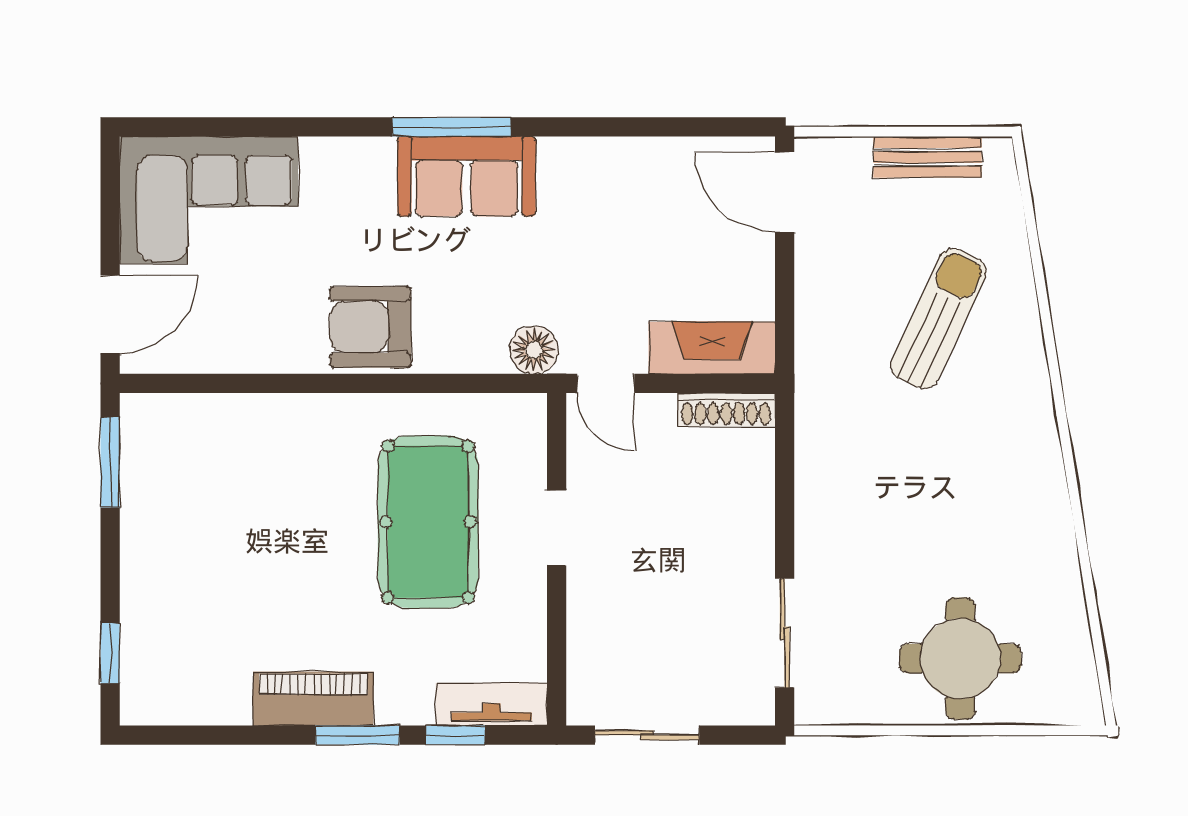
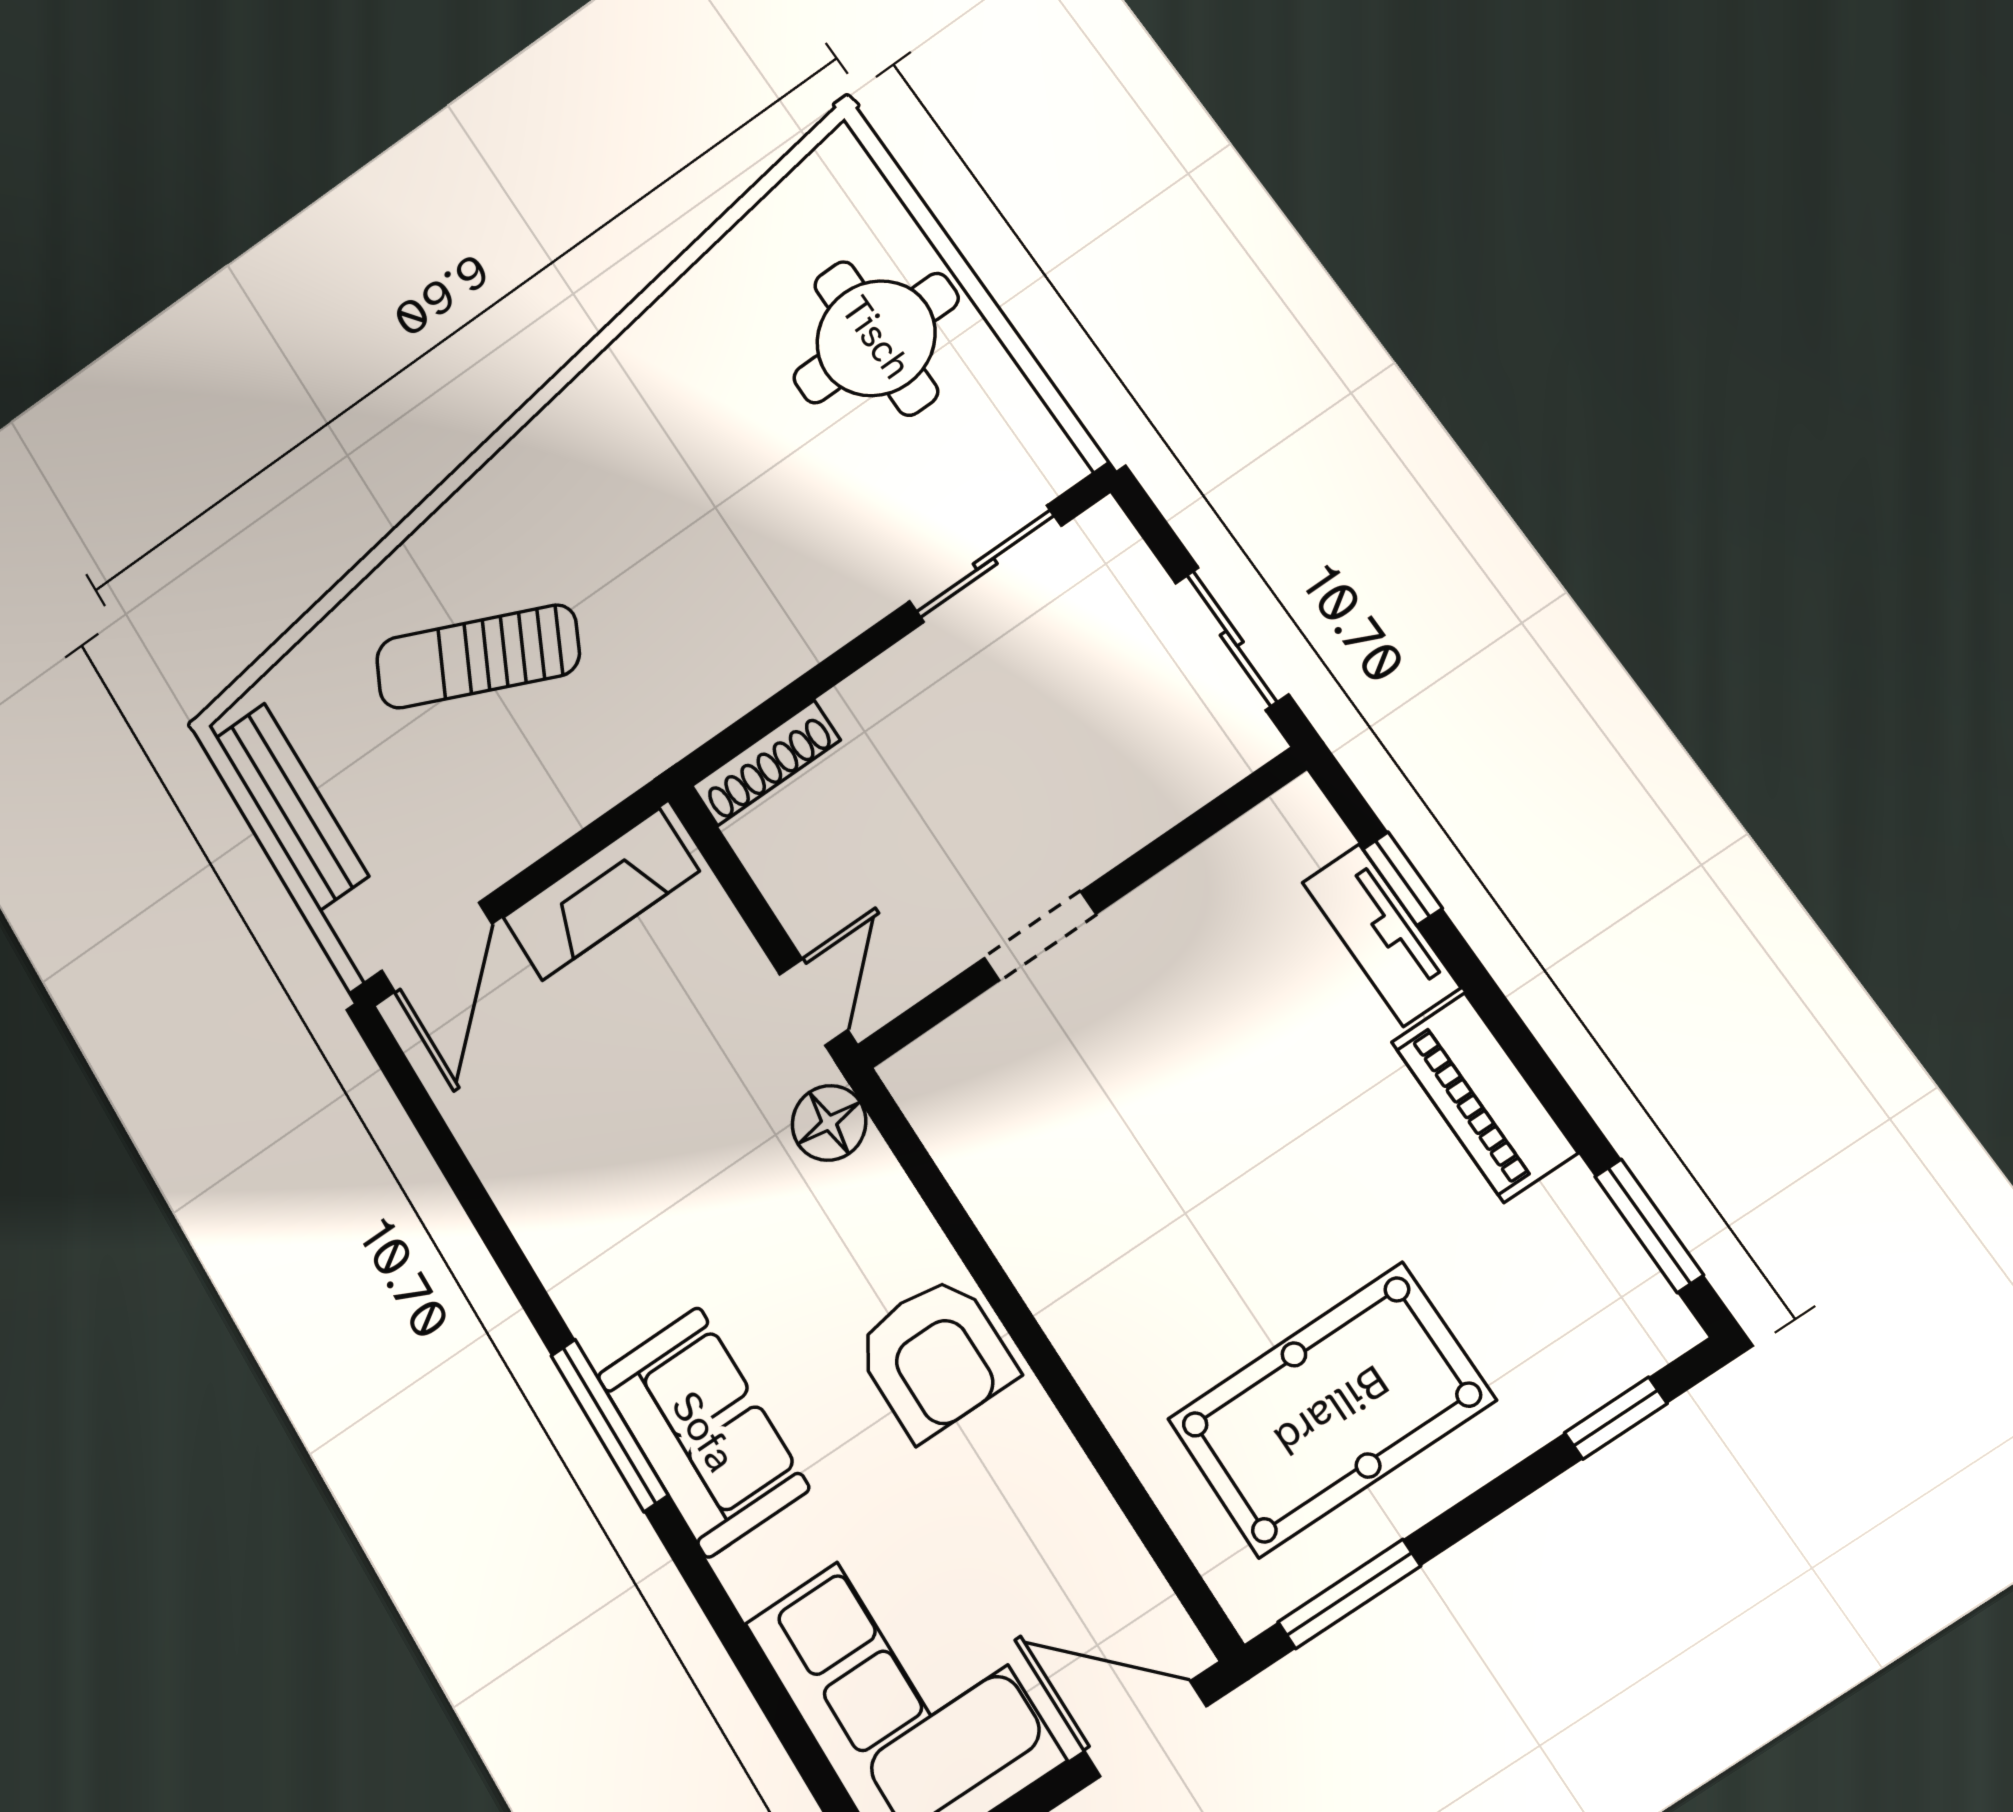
bench: (928, 157) -> (292, 807), width x1.36
sofa: (467, 176) -> (703, 1432), moved
fireplace: (712, 348) -> (601, 894), moved, turned -90
shoe rack: (726, 410) -> (766, 763), moved, turned 90
pool table: (428, 522) -> (1331, 1410), moved
tv unit: (491, 704) -> (1381, 935), moved
window: (358, 735) -> (1649, 1226), moved

